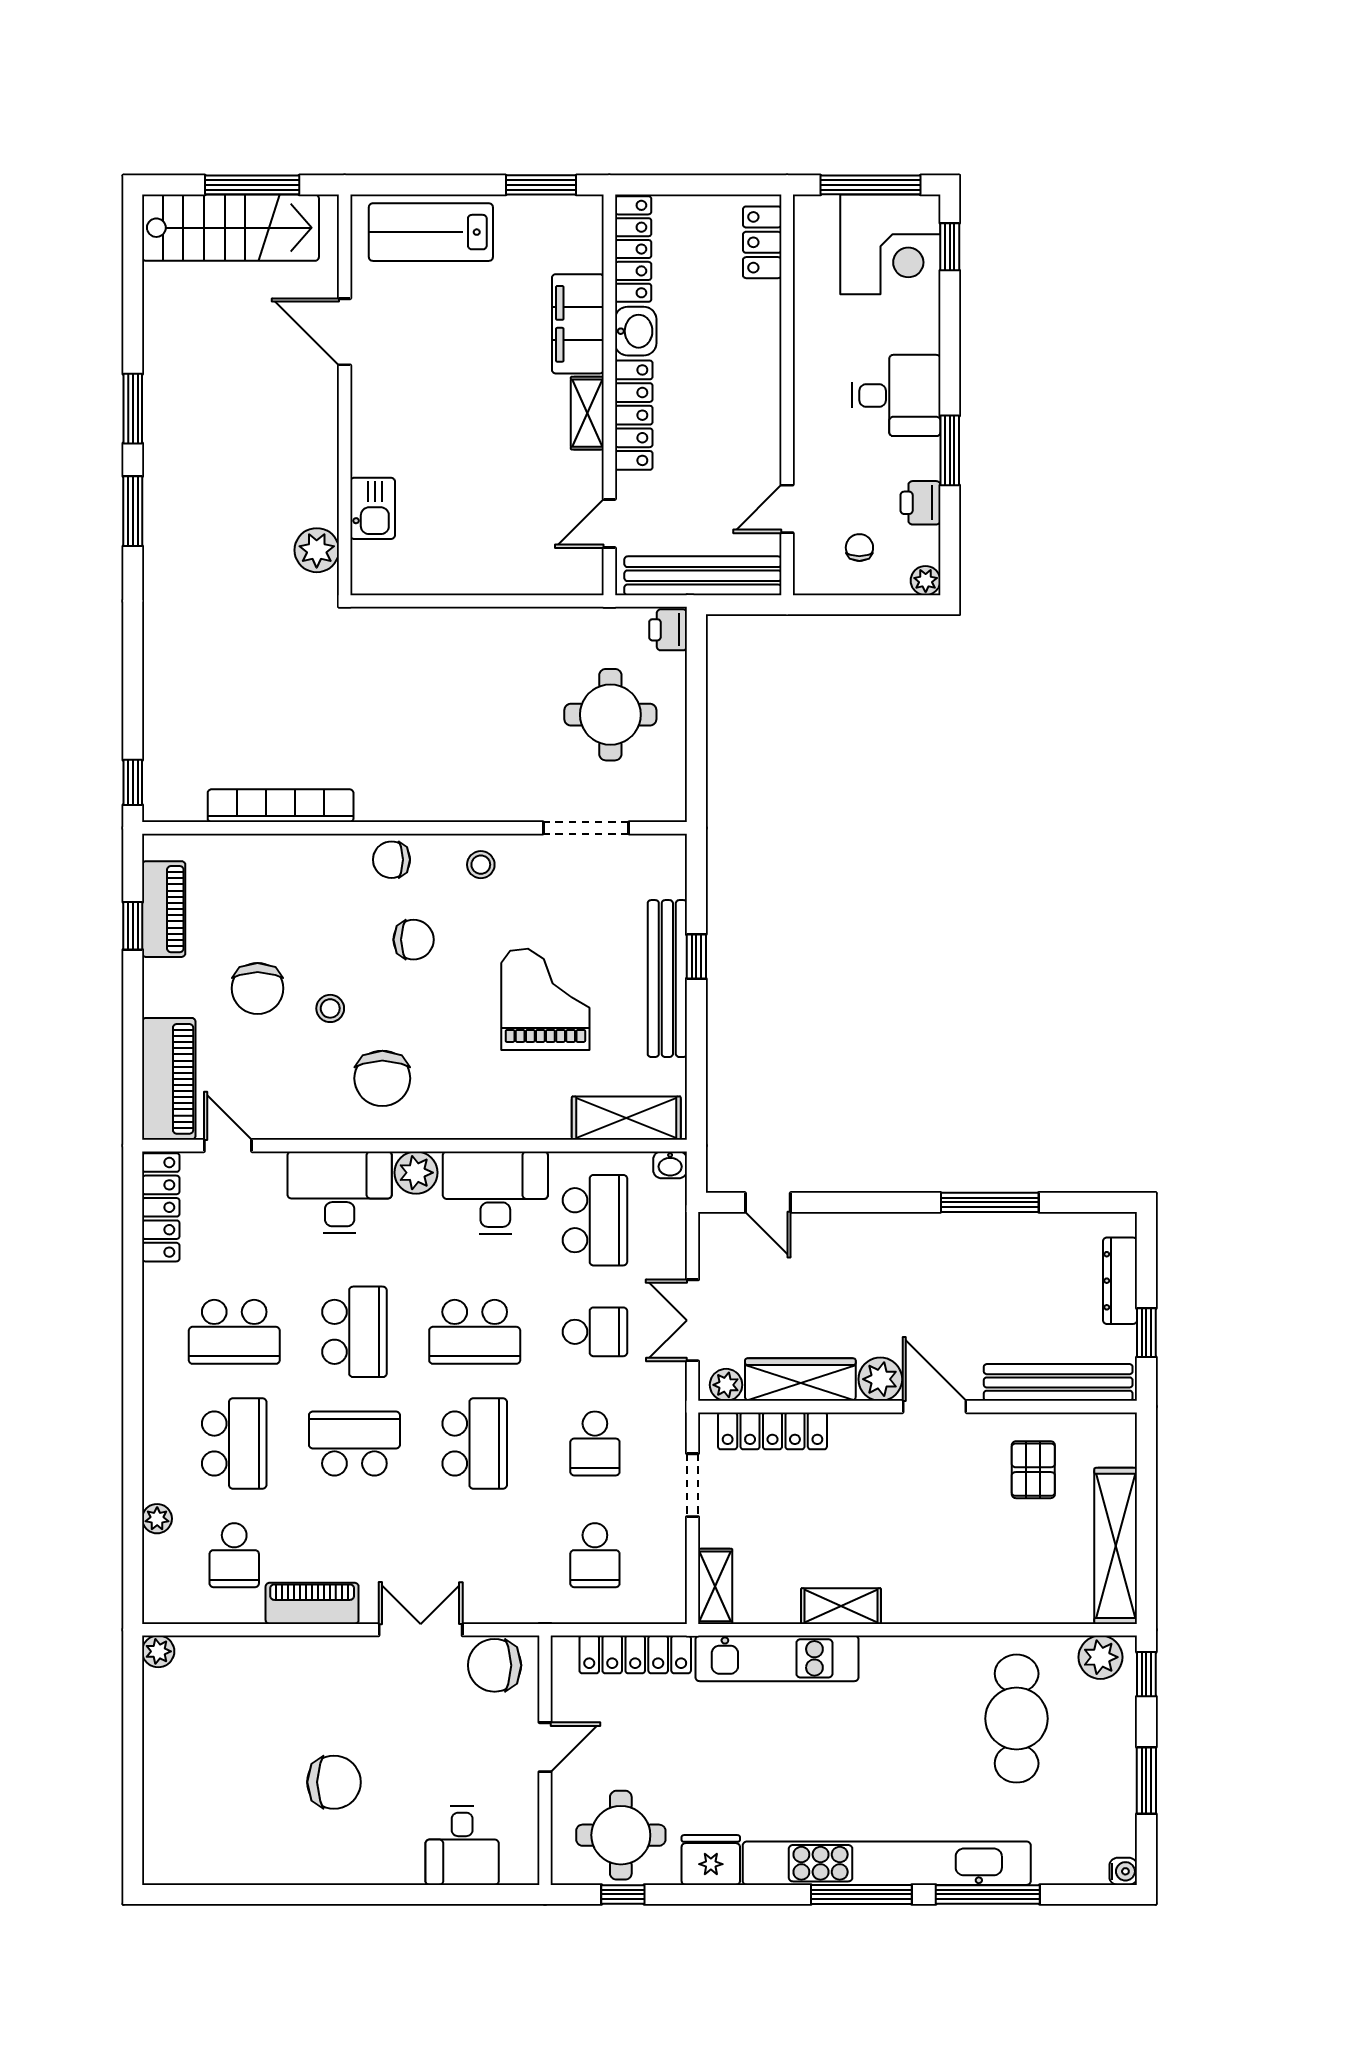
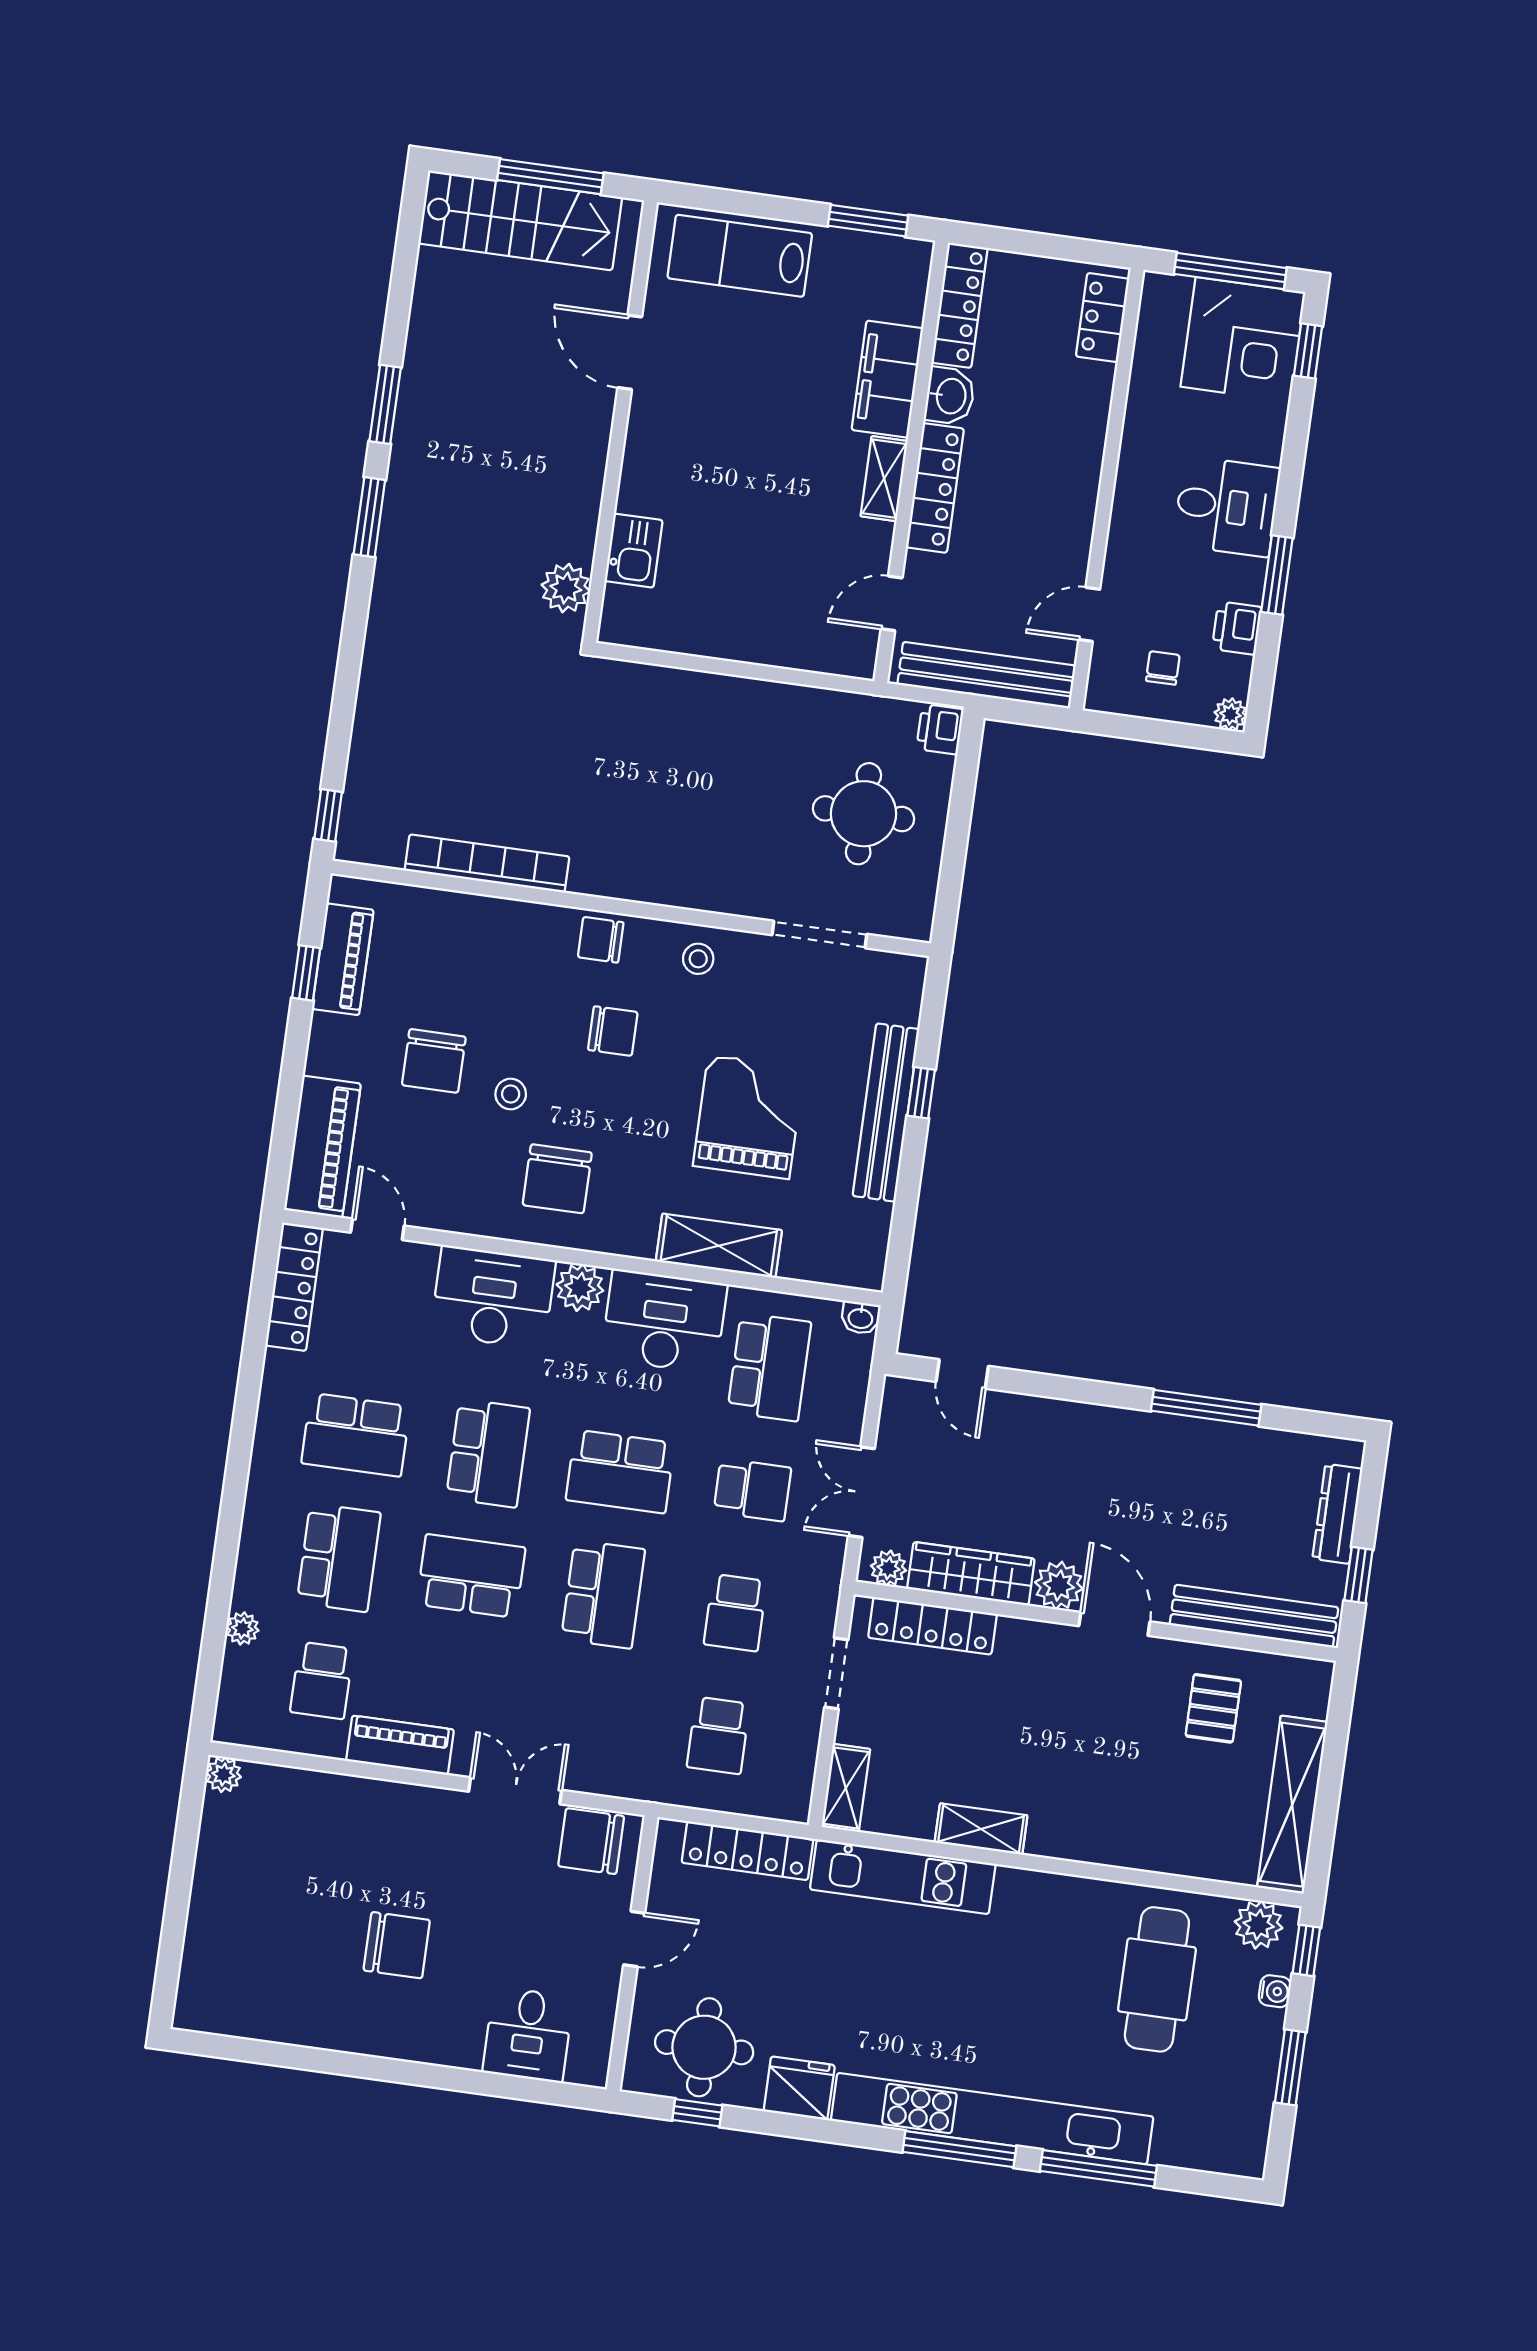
shelving: (626, 1118) -> (719, 1246), moved
water cooler: (1123, 1871) -> (1275, 1991), moved

